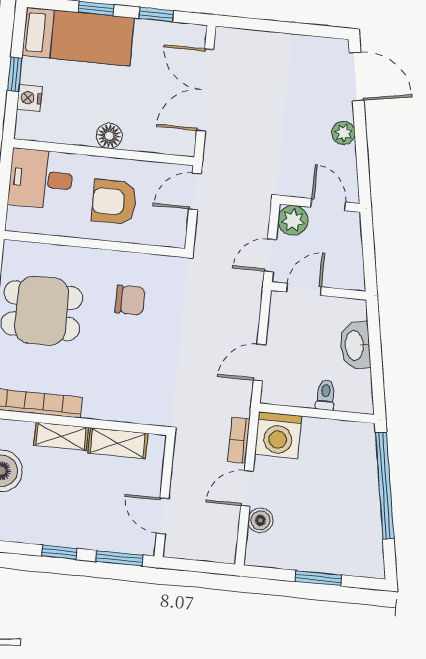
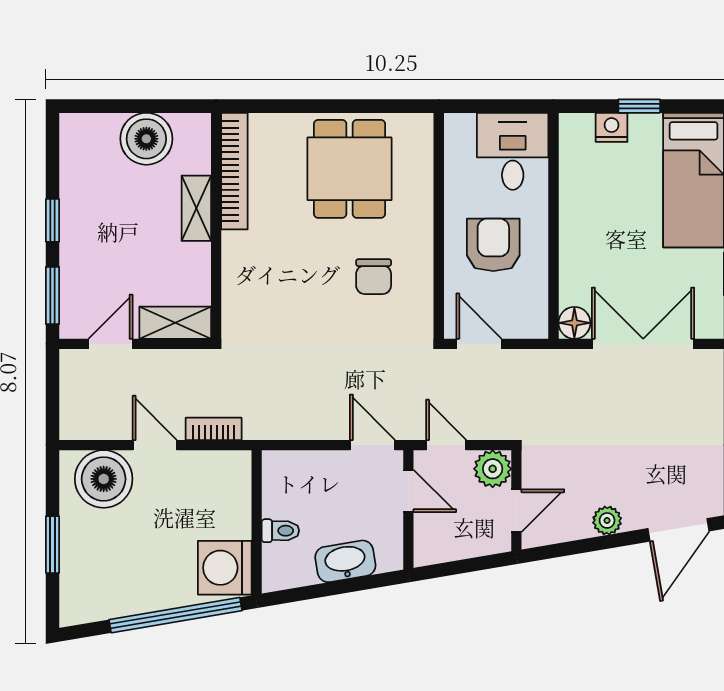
floor lamp: (109, 136) -> (574, 323), moved
door: (195, 191) -> (479, 344), moved
door: (260, 363) -> (373, 445), moved
washing machine: (278, 435) -> (225, 568), moved
shelving: (118, 443) -> (175, 323), moved, turned 90
boiler: (260, 520) -> (104, 479), width x1.86, depth x1.86

